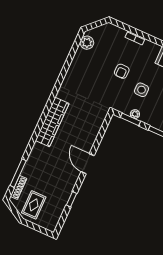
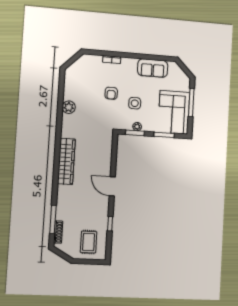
plant: (87, 43) -> (69, 107), moved
rug: (34, 205) -> (89, 242), moved

